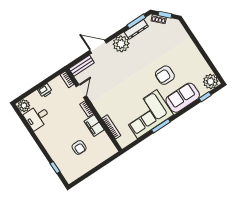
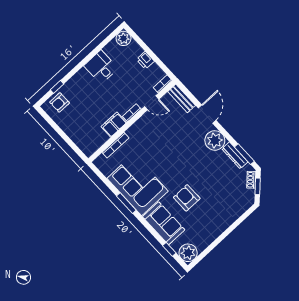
desk: (37, 117) -> (101, 67), moved
armchair: (79, 147) -> (60, 102), moved

